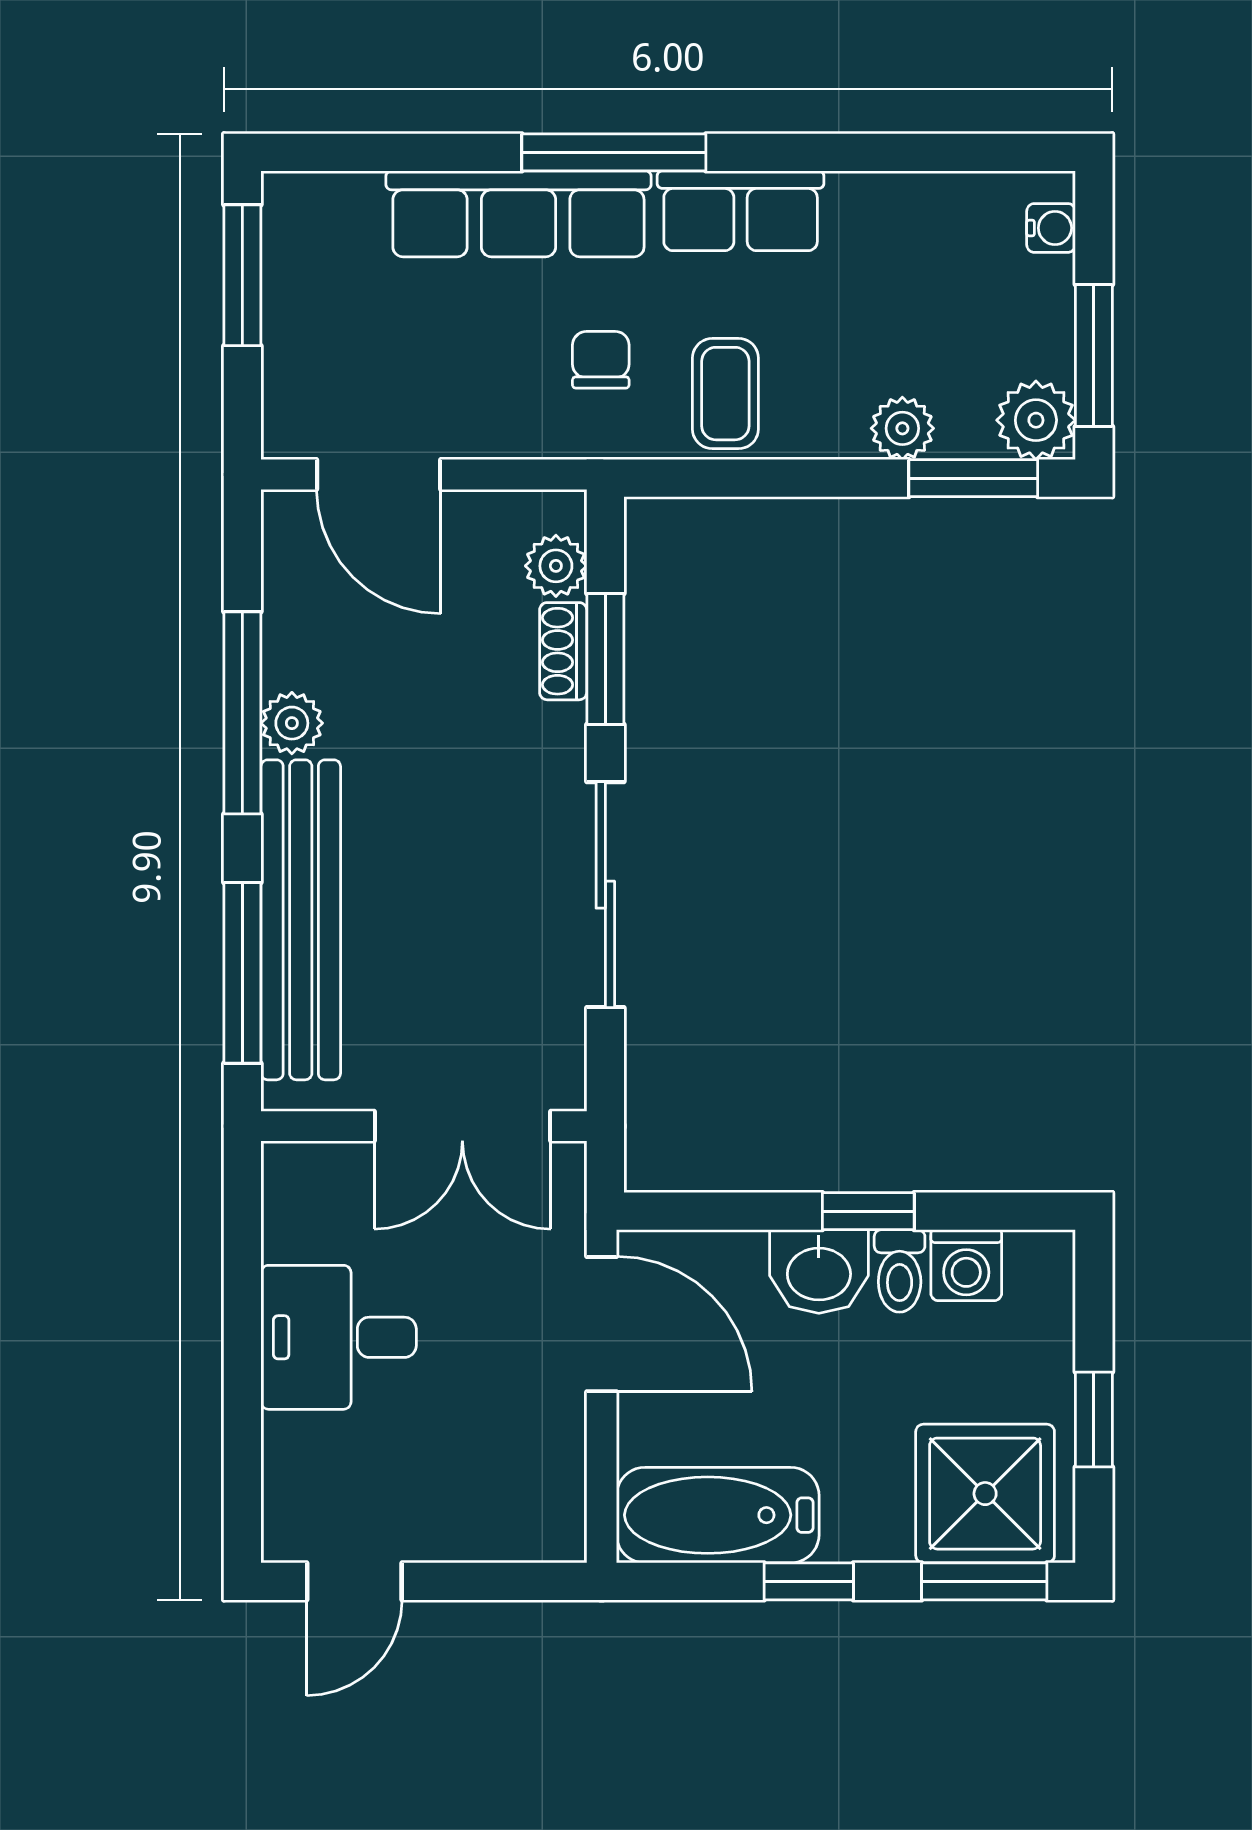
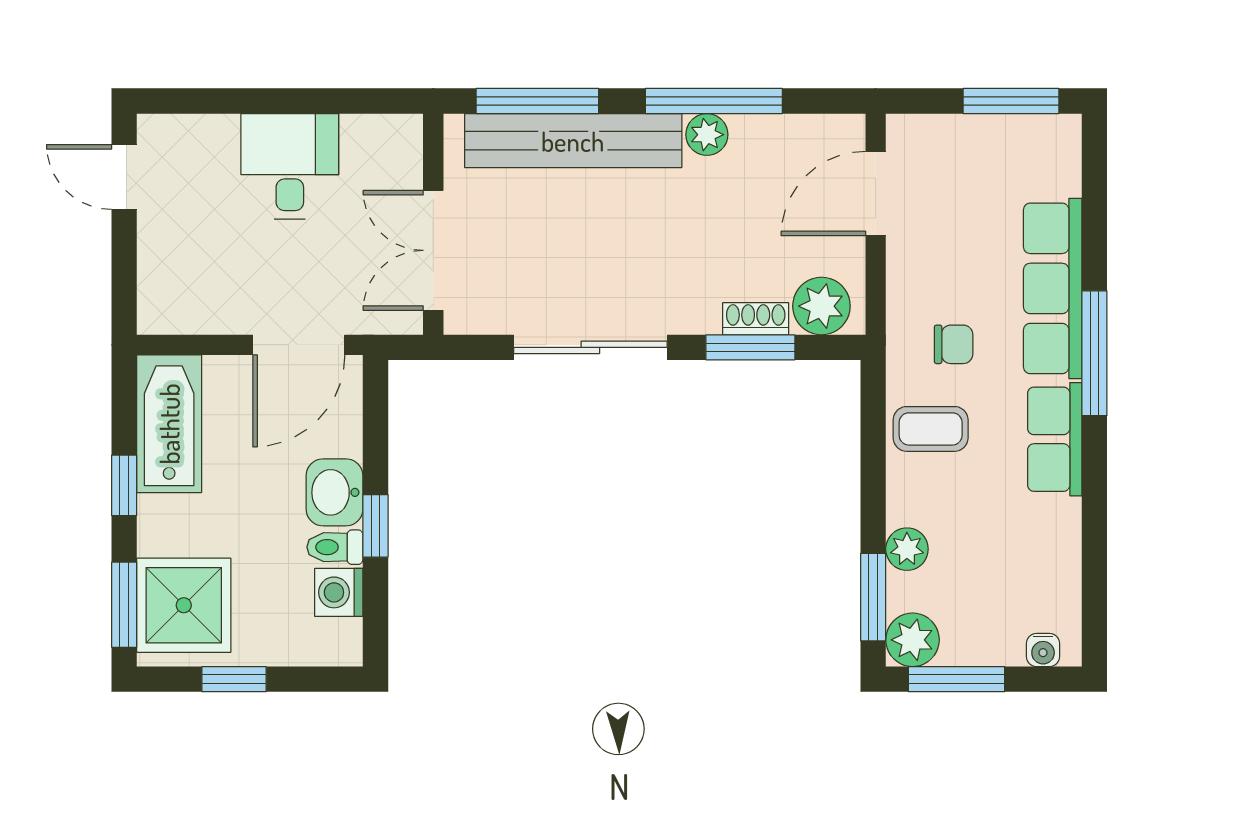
plant: (556, 566) -> (821, 306), width x1.38, depth x1.38

